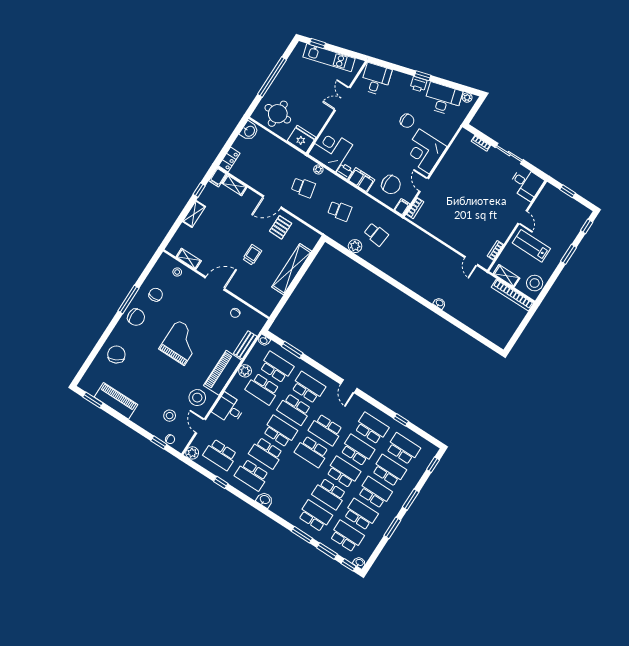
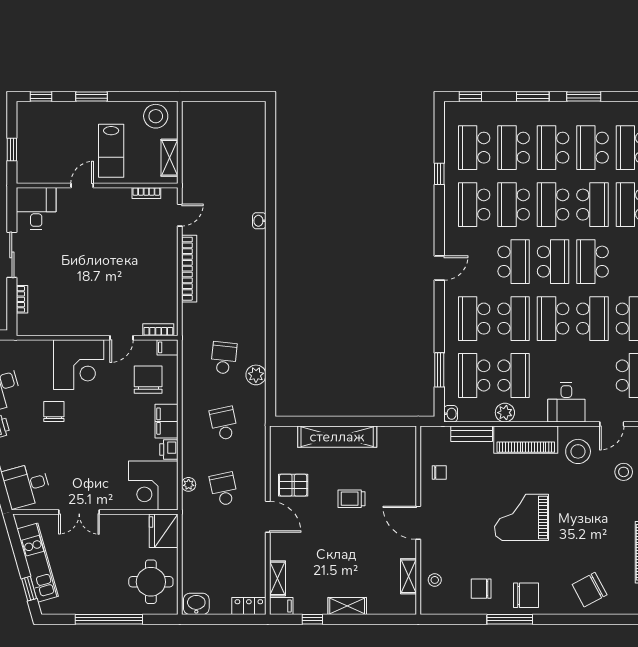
bookcase: (512, 295) -> (189, 269), moved
chair: (136, 317) -> (526, 595), turned 90
school desk: (298, 474) -> (592, 262), added

